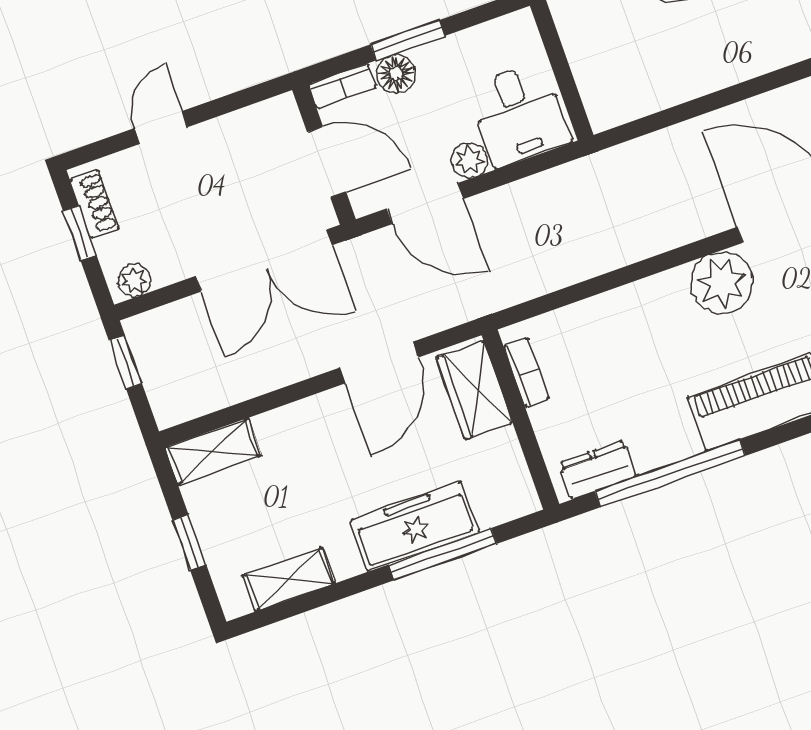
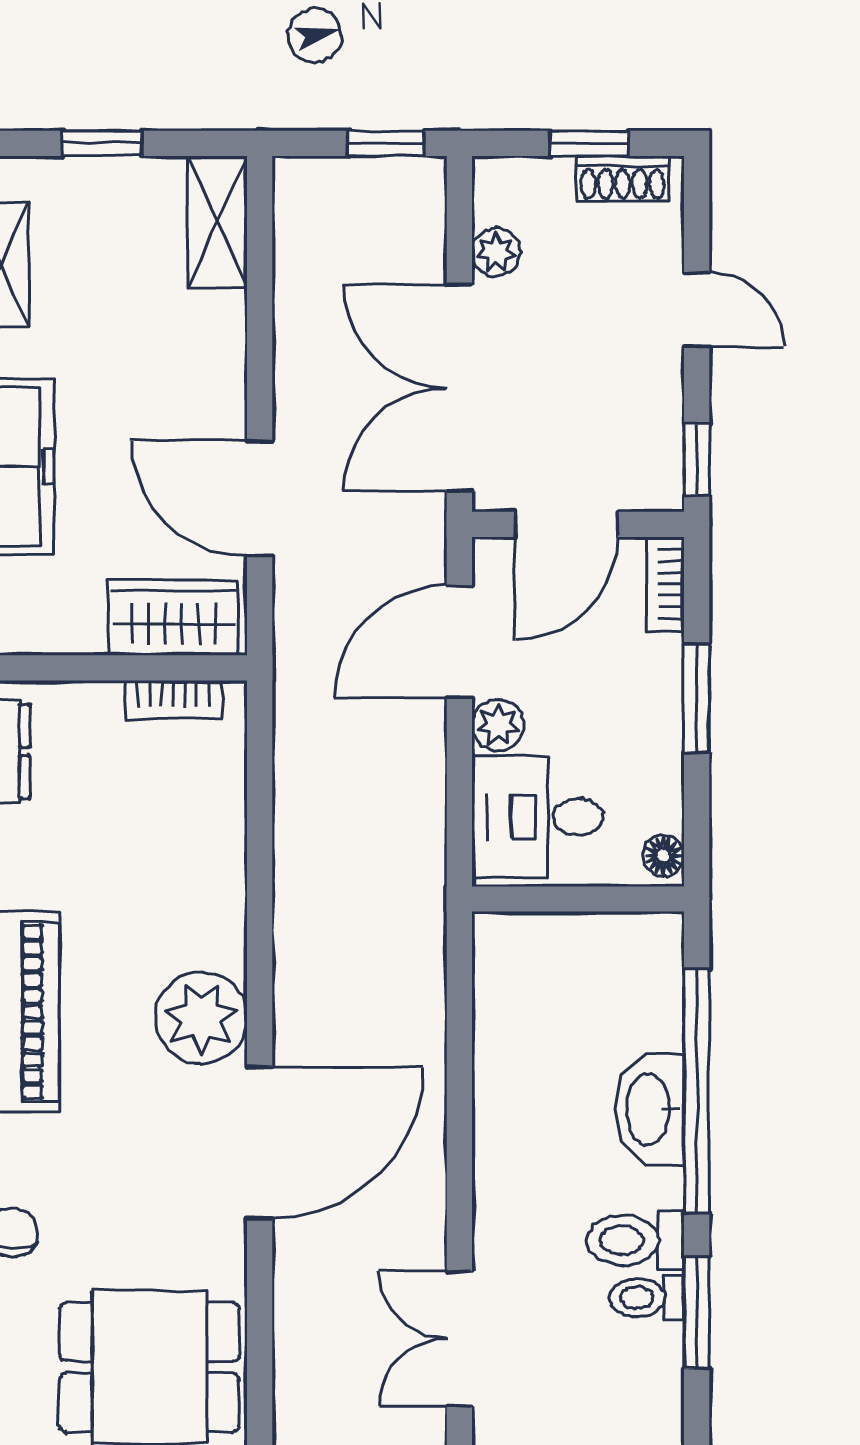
floor lamp: (396, 74) -> (663, 856), moved, width x0.73, depth x0.73
window: (256, 94) -> (697, 459), added
plant: (134, 280) -> (496, 252), moved

